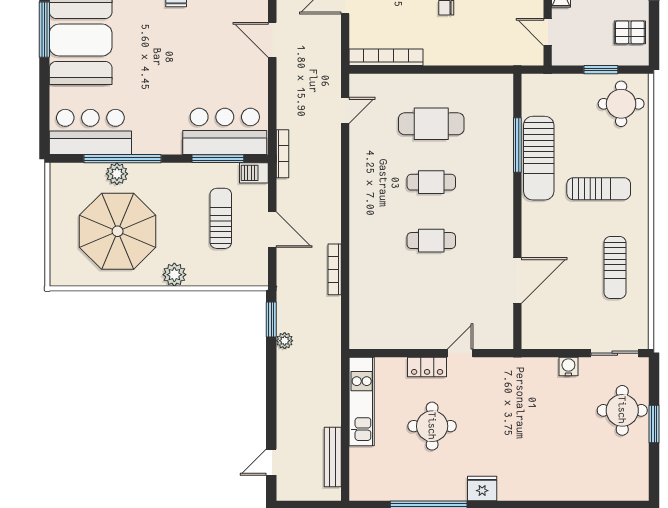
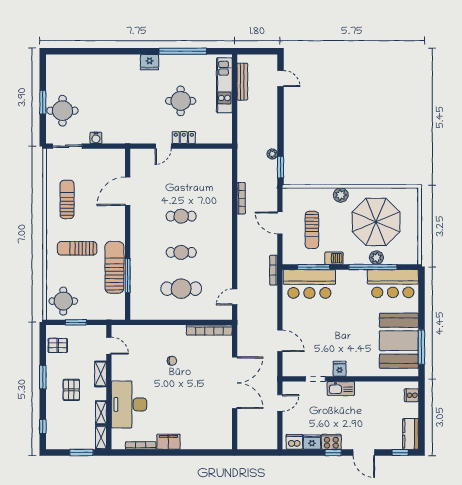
barbecue: (254, 173) -> (334, 258), moved
kitchen unit: (362, 402) -> (224, 85), moved
door: (271, 462) -> (281, 78), hinge flipped

